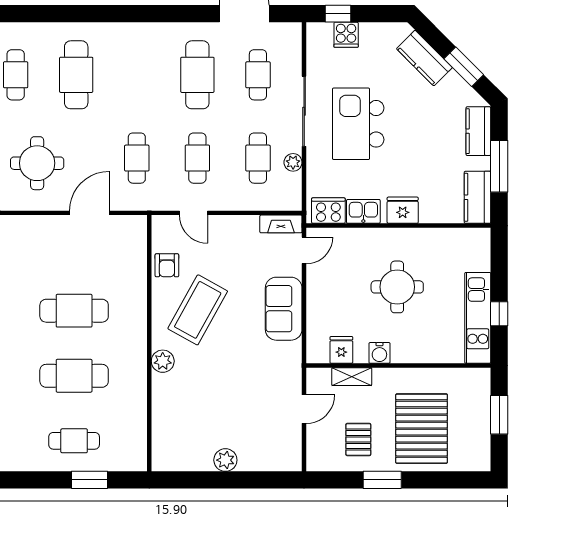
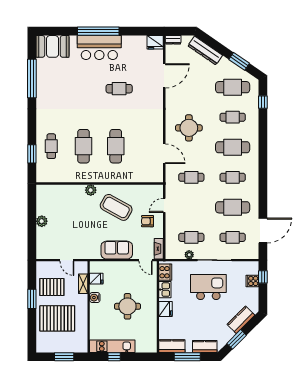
cafe table: (197, 158) -> (233, 177), moved
armchair: (167, 265) -> (148, 221), moved
pallet: (358, 440) -> (52, 287), width x1.50, depth x1.42

